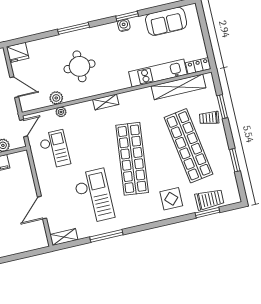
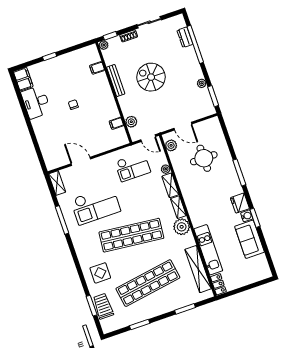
sofa: (166, 21) -> (250, 239), moved
fridge: (18, 52) -> (240, 203), moved
round table: (80, 66) -> (204, 158), moved
door: (14, 87) -> (183, 126), hinge flipped
plant: (56, 98) -> (171, 145), moved
plant: (129, 101) -> (182, 227), added
shelving: (80, 108) -> (170, 185), added
trolley: (209, 118) -> (174, 298), removed
trolley: (209, 199) -> (103, 306), turned 180

